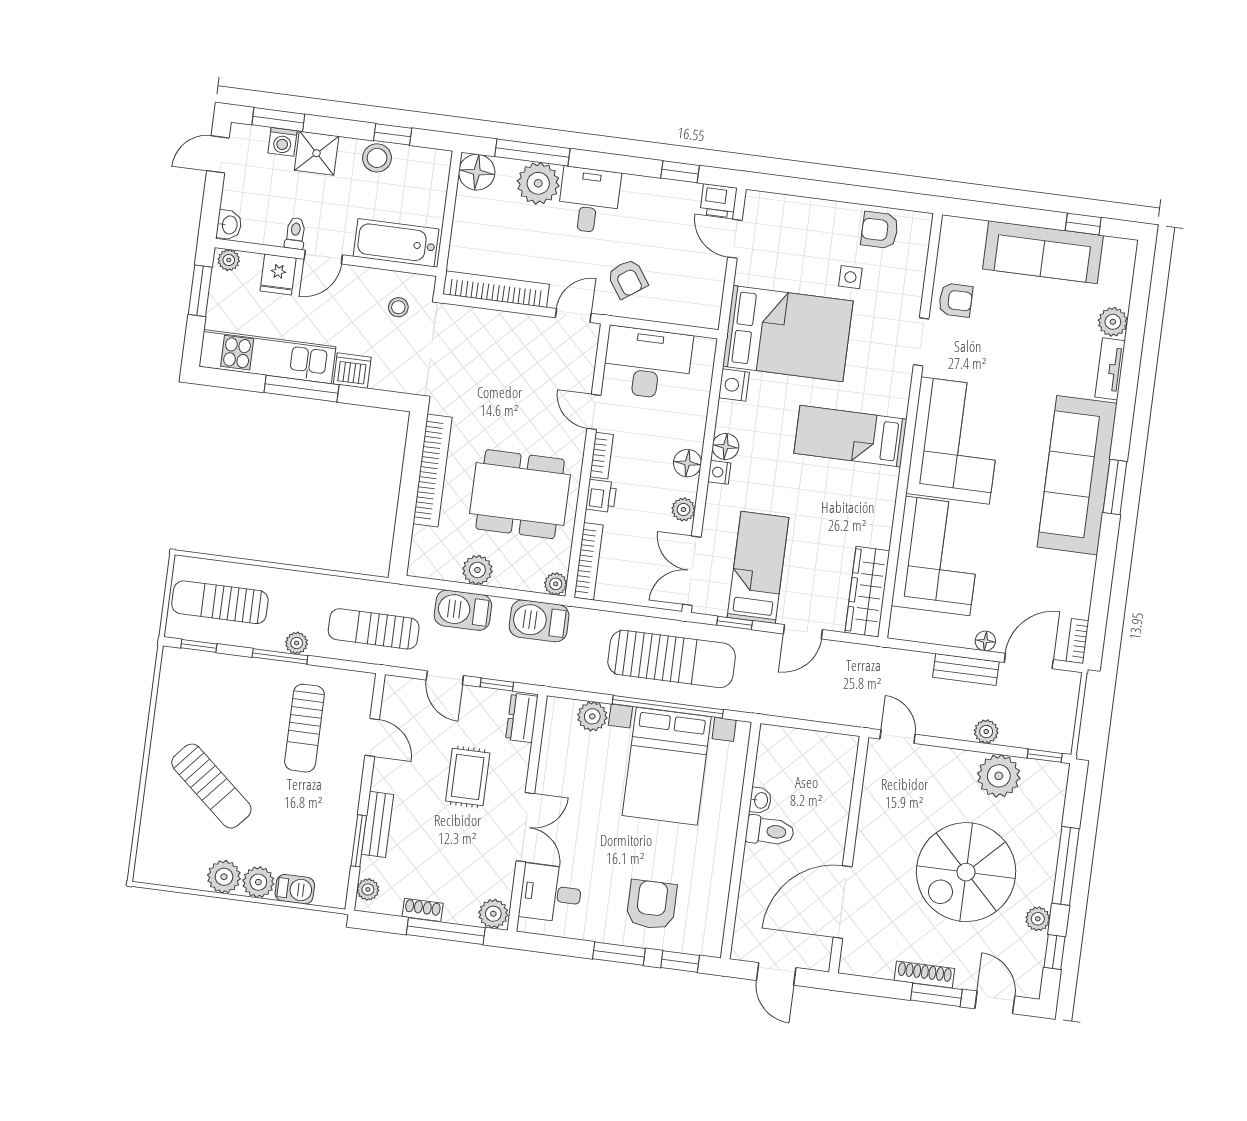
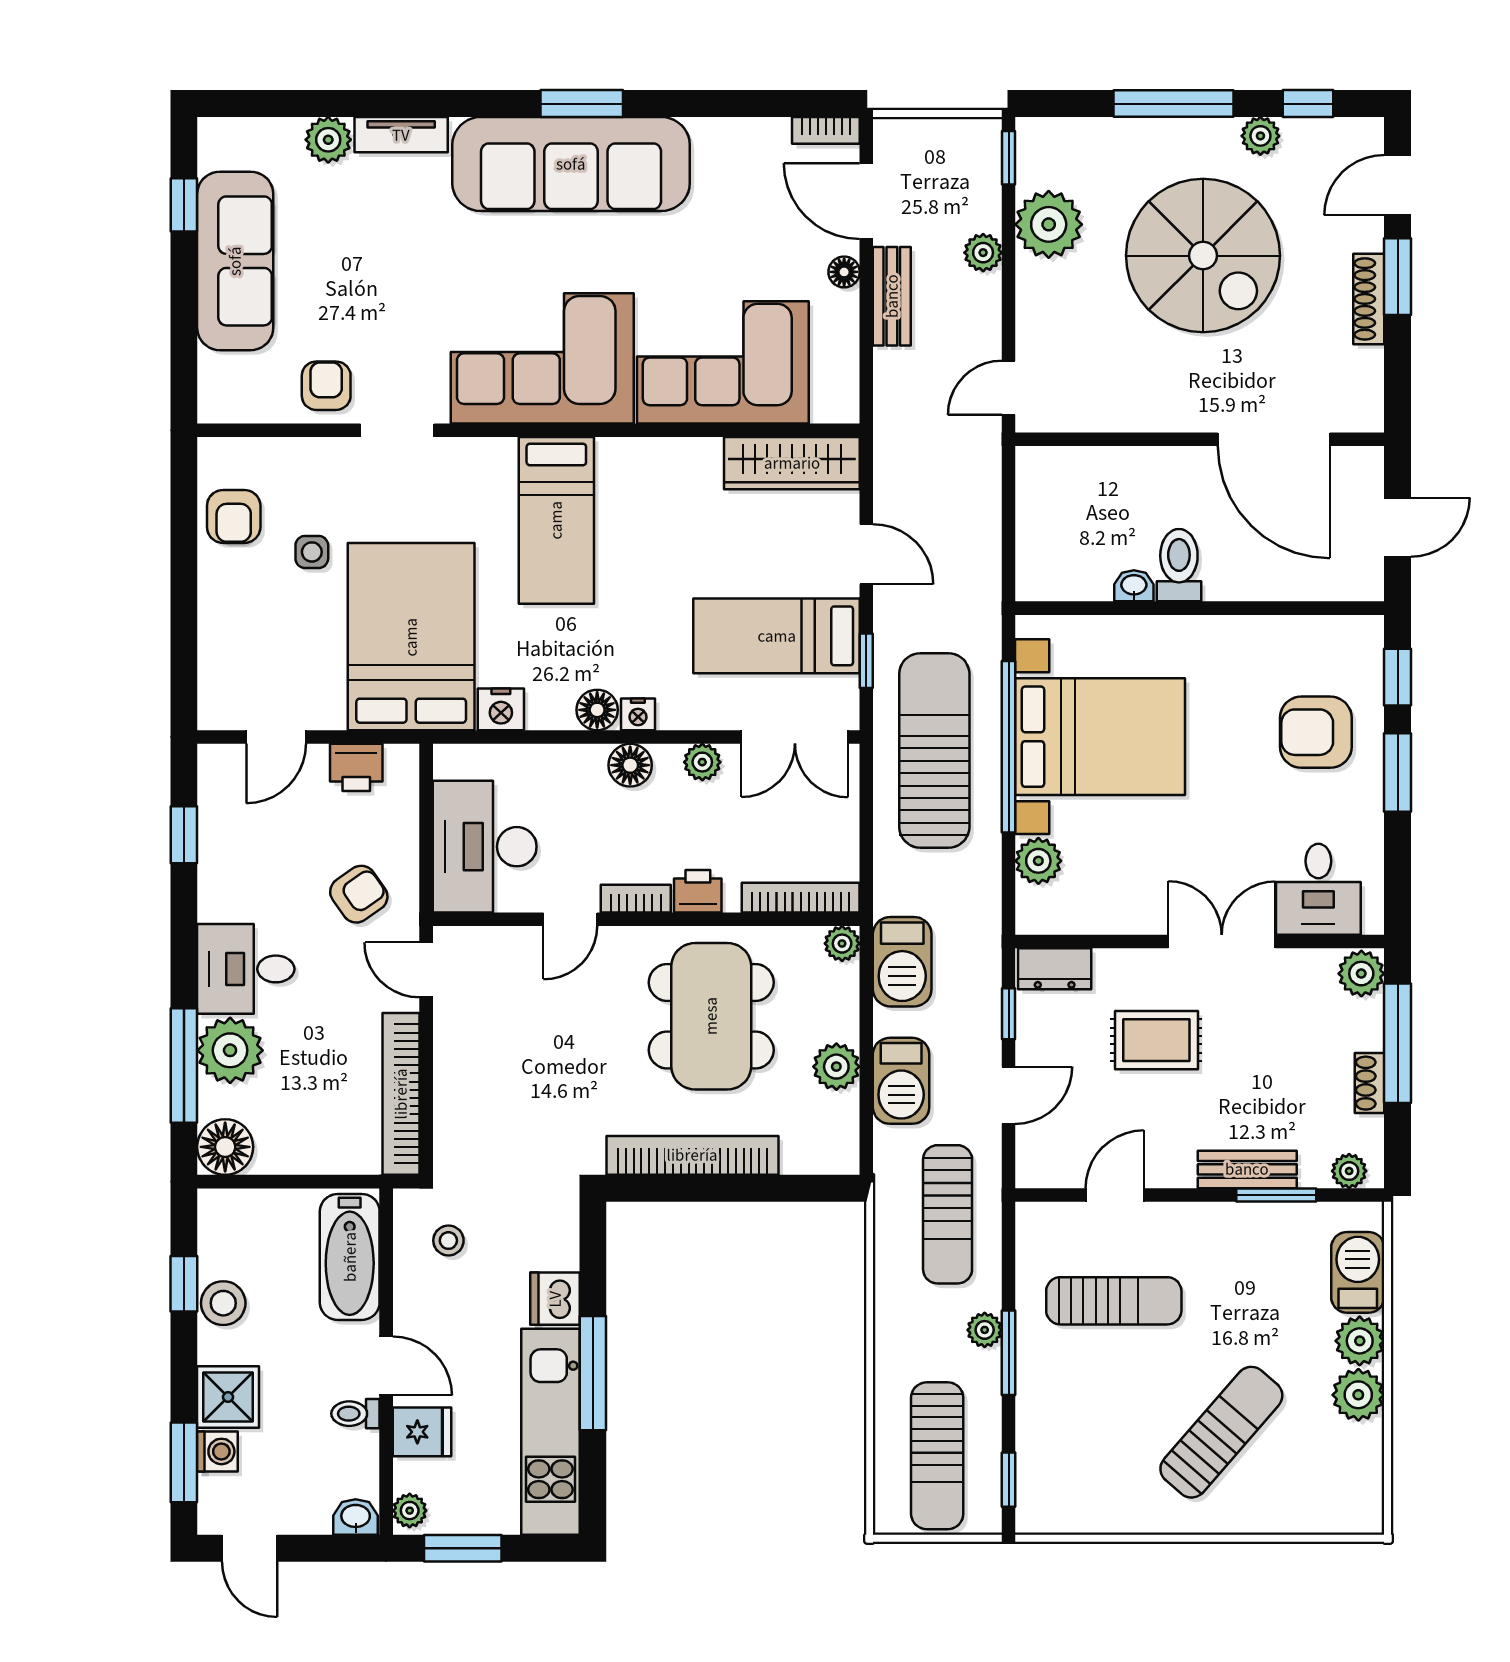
printer: (718, 201) -> (356, 767), moved, turned 90
barbecue: (295, 889) -> (1358, 1272), width x1.38, depth x1.27

